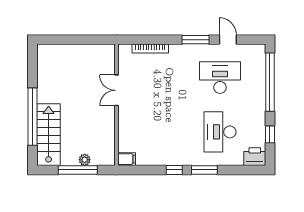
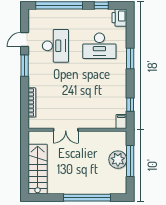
desk: (220, 78) -> (55, 46), turned 180
stairs: (49, 135) -> (38, 169), moved, turned 90
plant: (85, 160) -> (118, 160), width x1.88, depth x1.88
window: (174, 170) -> (130, 105), moved

